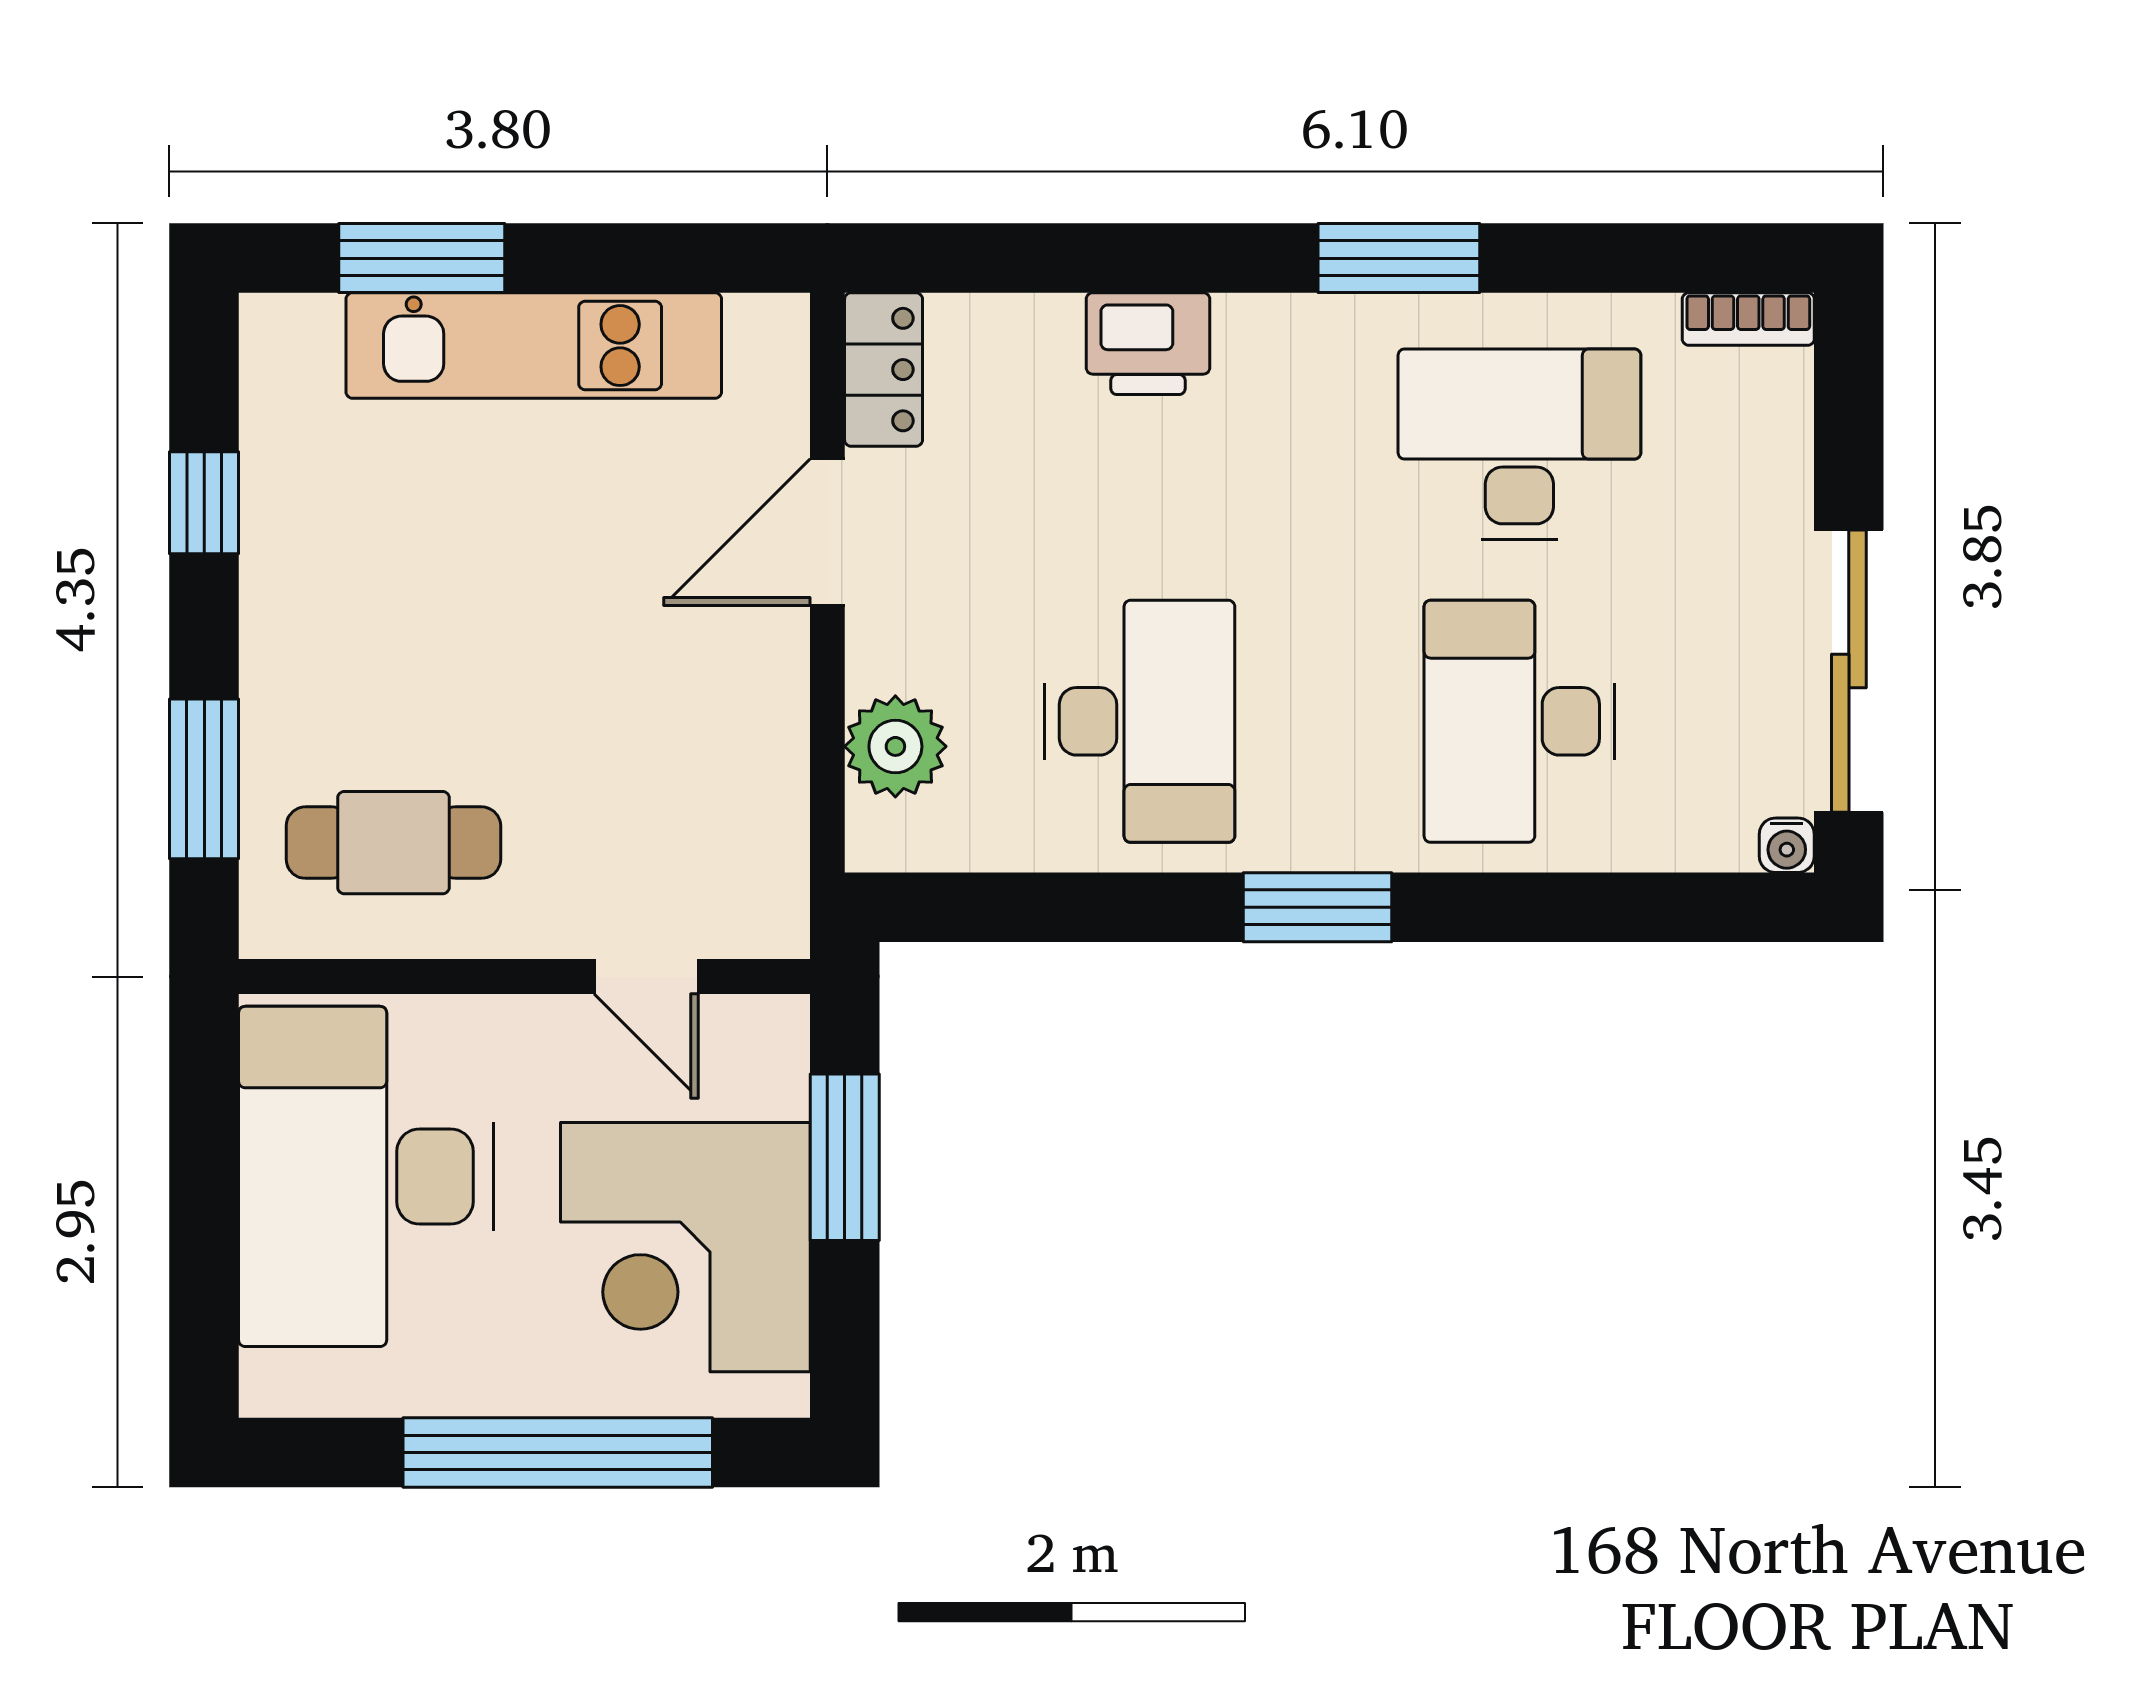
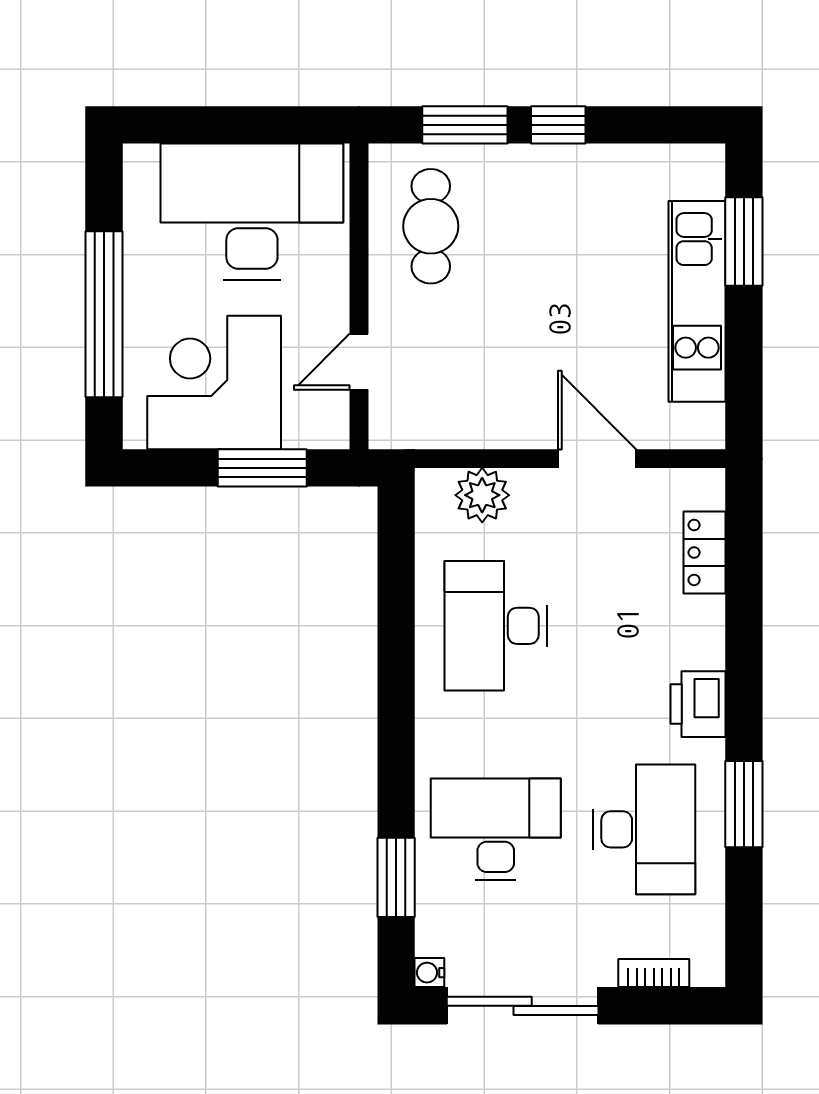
window: (1399, 258) -> (744, 804), moved
bookcase: (1748, 319) -> (654, 973), moved, turned 90
printer: (1148, 344) -> (698, 704), moved
locker: (884, 370) -> (704, 552), moved, turned 90
window: (204, 503) -> (558, 125), moved
desk: (1139, 721) -> (496, 626), turned 90
window: (1317, 907) -> (396, 877), moved

